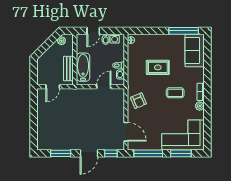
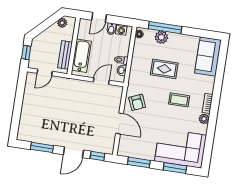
window: (184, 31) -> (165, 28), moved
plant: (151, 40) -> (161, 37), added
window: (34, 72) -> (26, 53), added
door: (126, 132) -> (120, 123), moved
window: (148, 153) -> (139, 162), width x0.69

